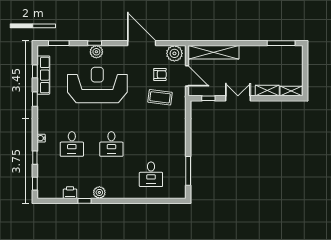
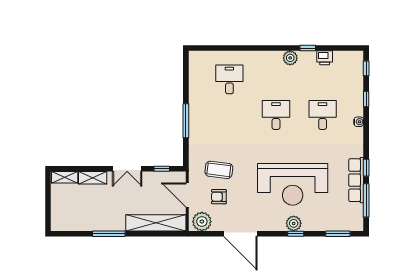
window: (281, 43) -> (109, 234), moved
window: (35, 71) -> (366, 200), width x2.17
row of seats: (43, 75) -> (356, 180), moved
window: (188, 171) -> (186, 121), moved

